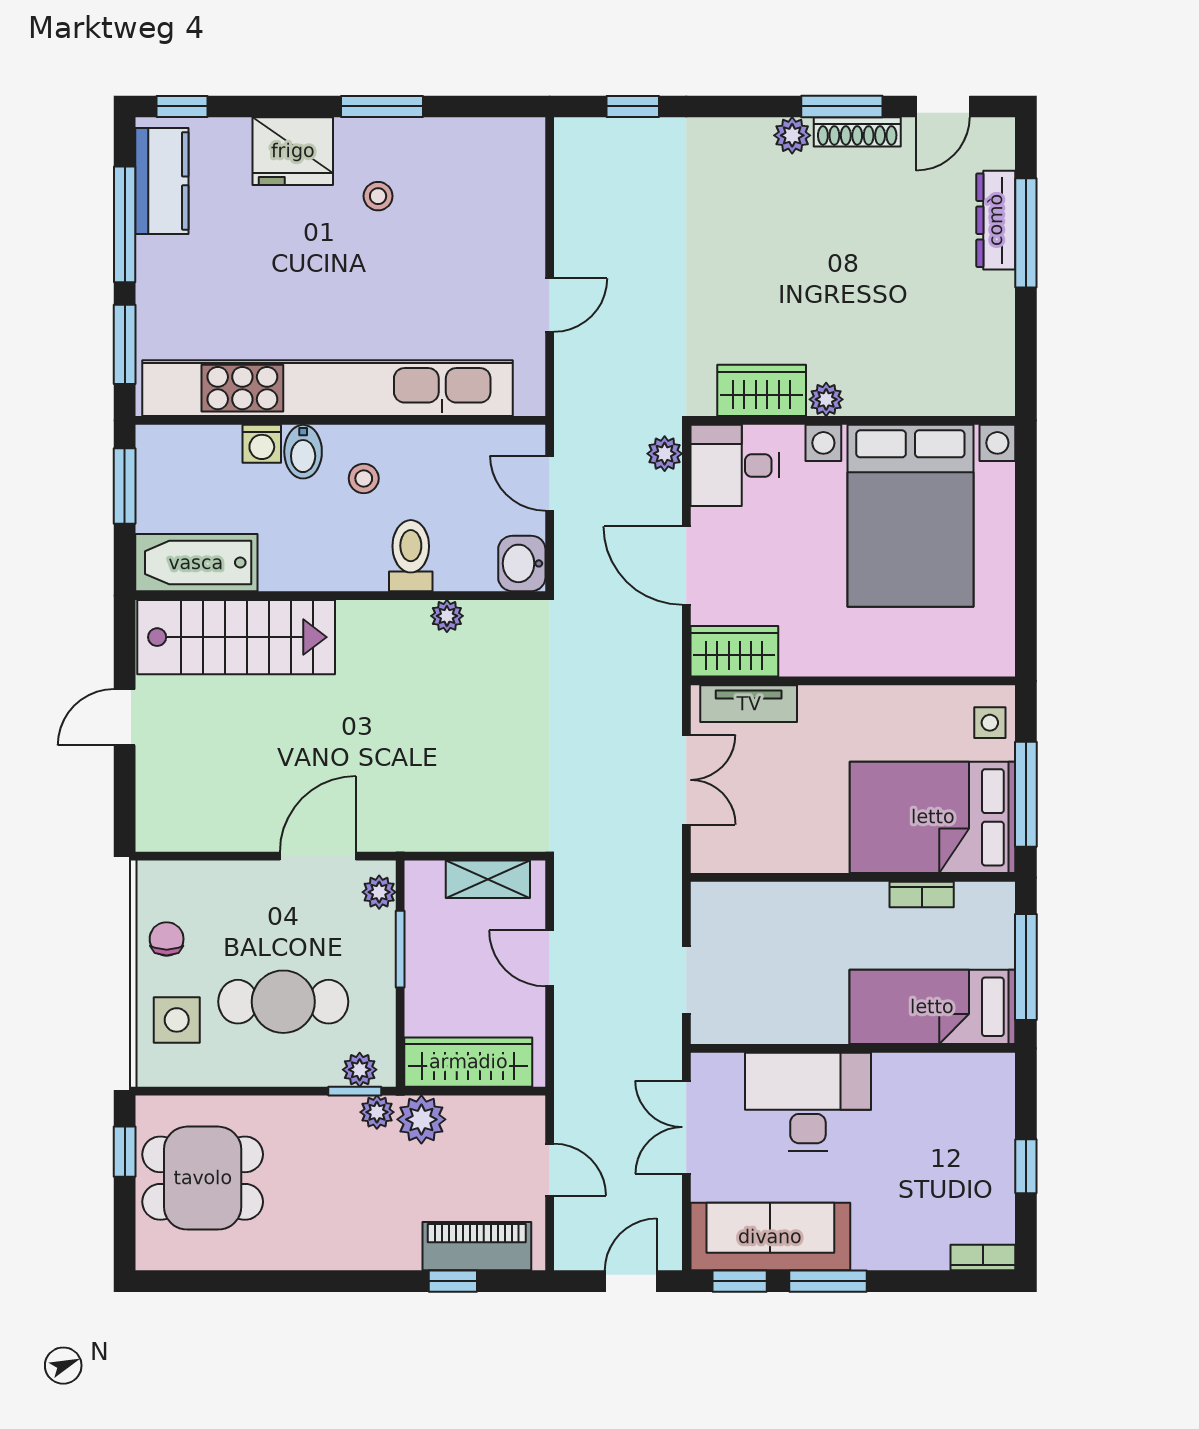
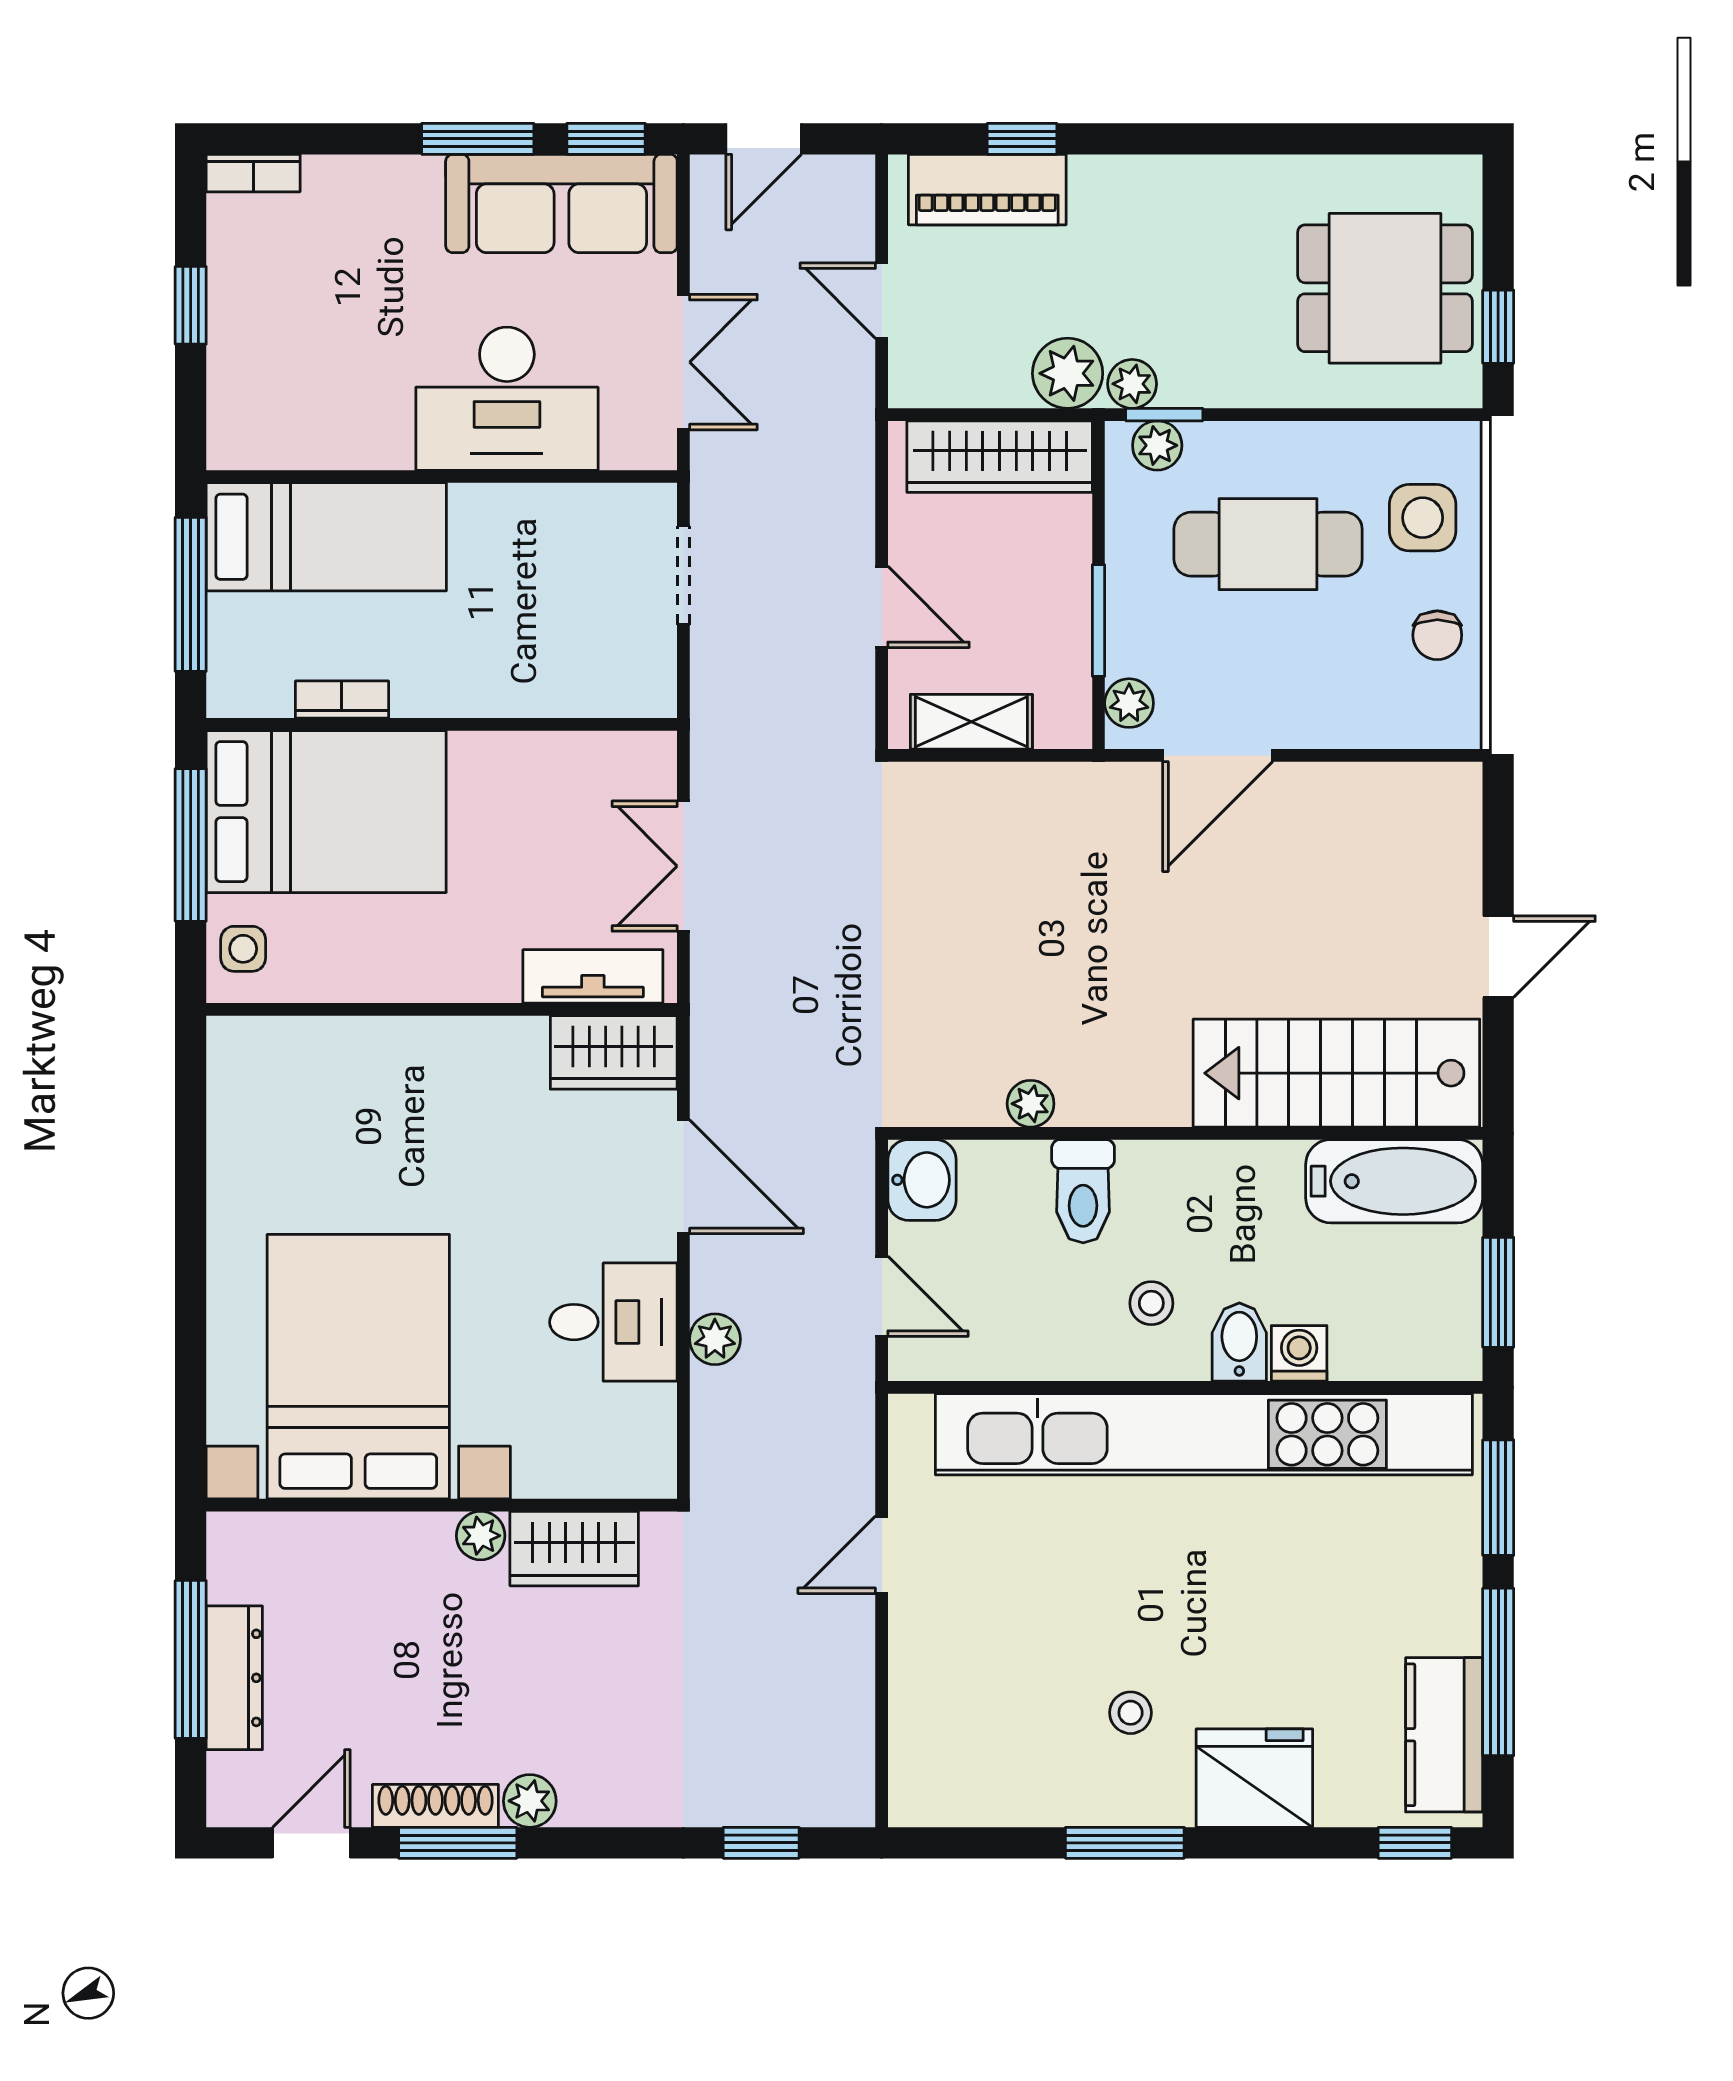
wardrobe: (762, 390) -> (574, 1549), moved
plant: (826, 399) -> (481, 1536), moved
wall: (853, 420) -> (442, 1505), moved
bed with nightstands: (910, 516) -> (358, 1367), moved

